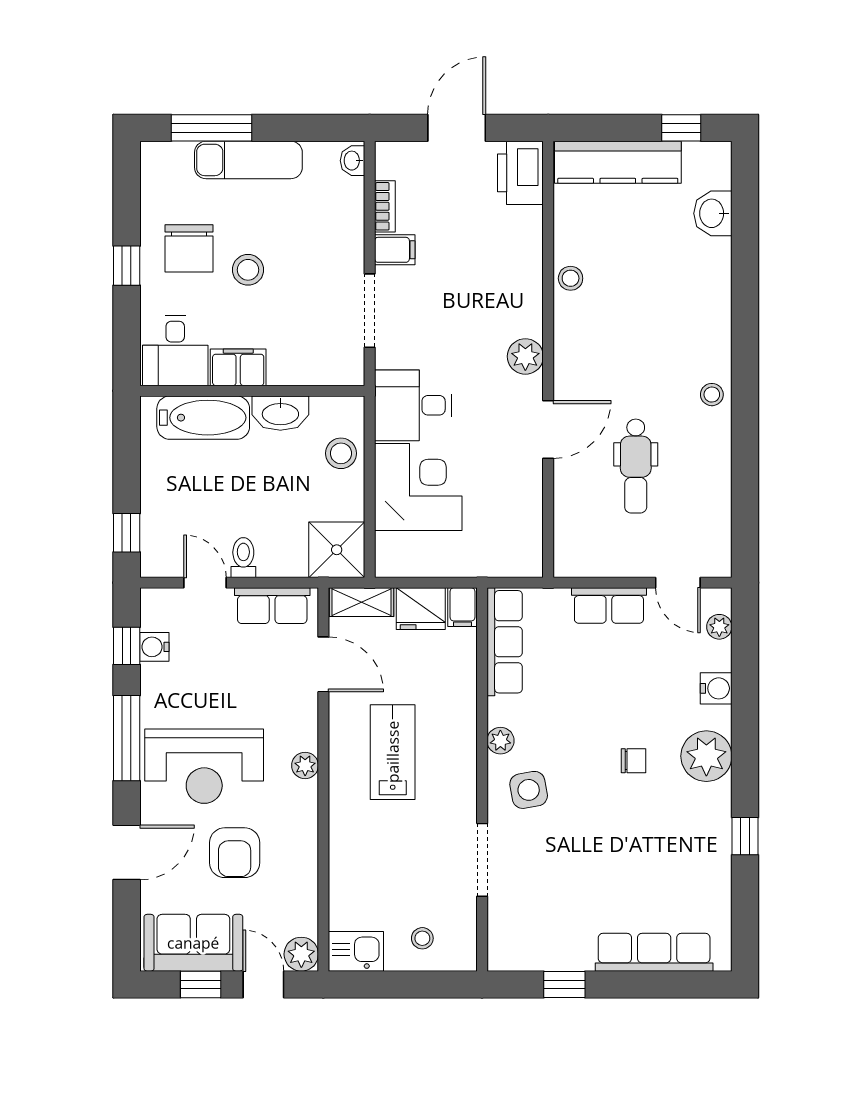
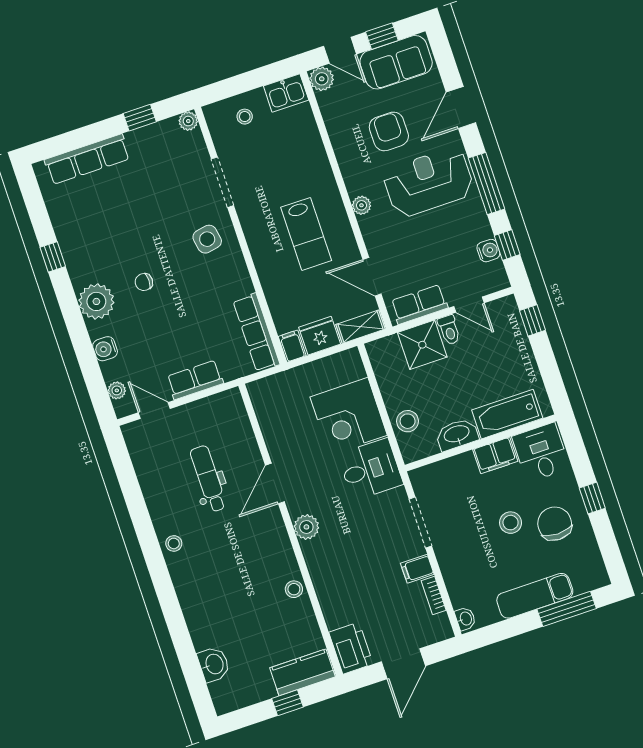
window: (681, 128) -> (288, 703), moved
kitchen counter: (618, 162) -> (302, 672), width x0.67
shower: (337, 550) -> (422, 345), moved
plant: (500, 741) -> (188, 121), moved

